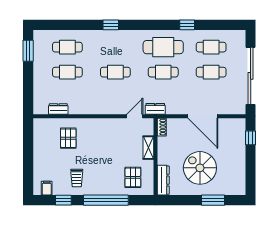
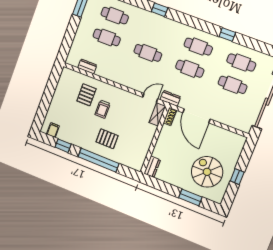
cafe table: (163, 47) -> (198, 47), width x0.73, depth x0.74
door: (203, 116) -> (196, 116), moved
window: (251, 138) -> (237, 177), moved
shelving: (148, 148) -> (157, 114), moved
spiral stairs: (200, 168) -> (207, 172), moved
pallet: (133, 177) -> (107, 139), moved, turned 90
trolley: (77, 178) -> (103, 109), moved
dresser: (163, 180) -> (152, 167), width x0.70

